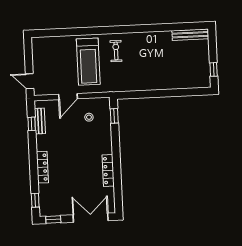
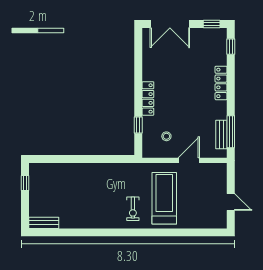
bench: (190, 35) -> (44, 223), width x0.73
door: (30, 81) -> (231, 202), moved
window: (114, 116) -> (138, 125), moved
window: (32, 124) -> (231, 132), width x2.17
locker: (108, 171) -> (148, 98), moved

